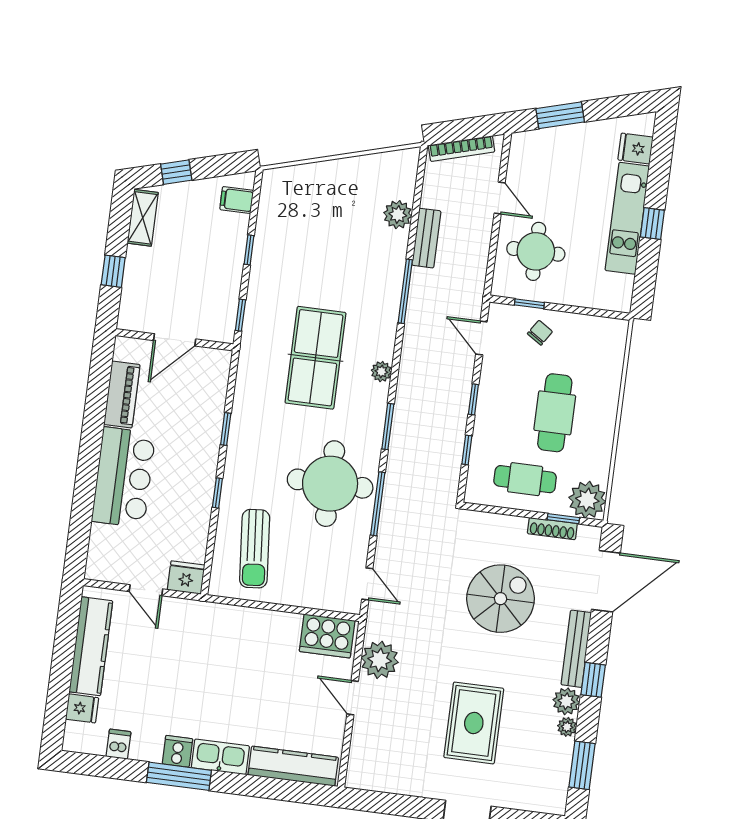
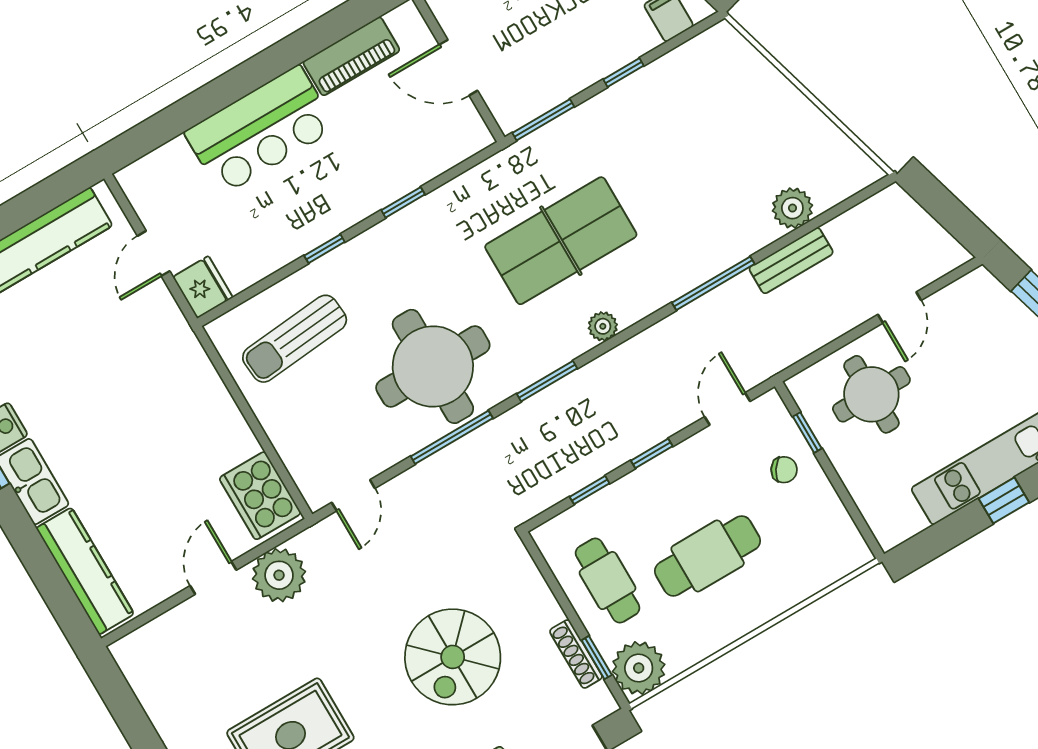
bookcase: (461, 149) -> (922, 222), removed
window: (240, 315) -> (543, 120), width x1.50
spiral stairs: (501, 599) -> (453, 657), turned 90

